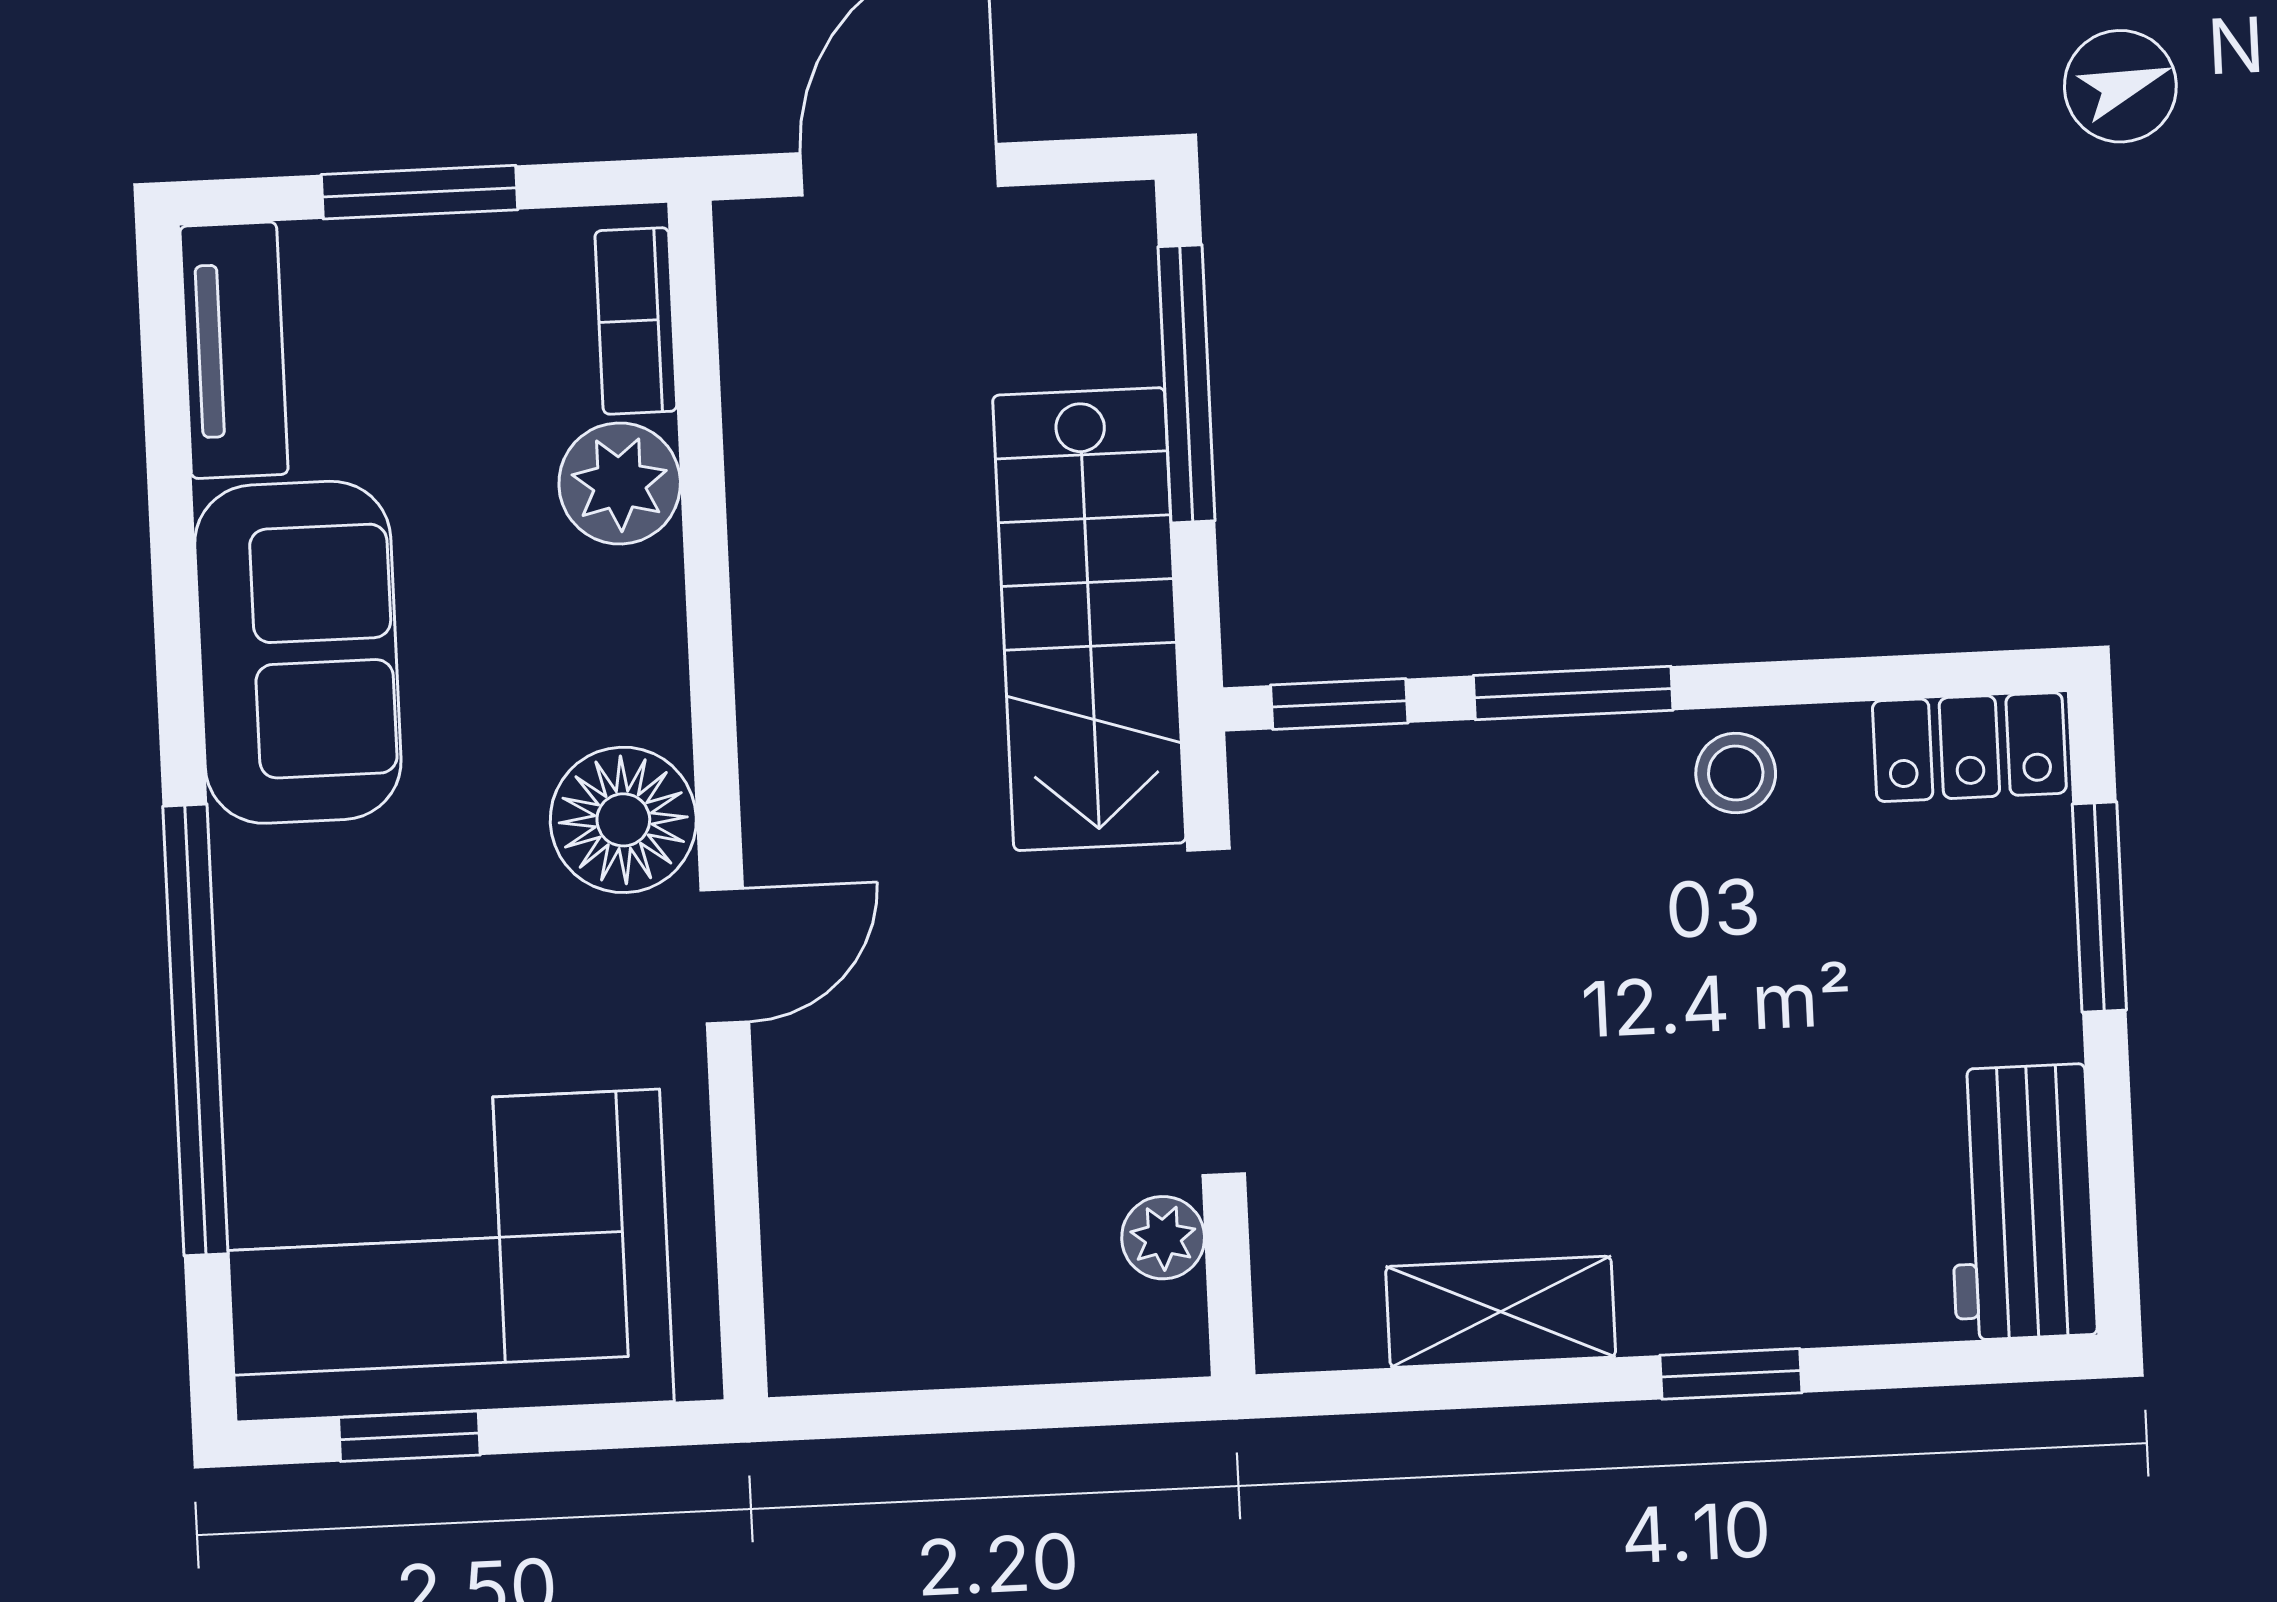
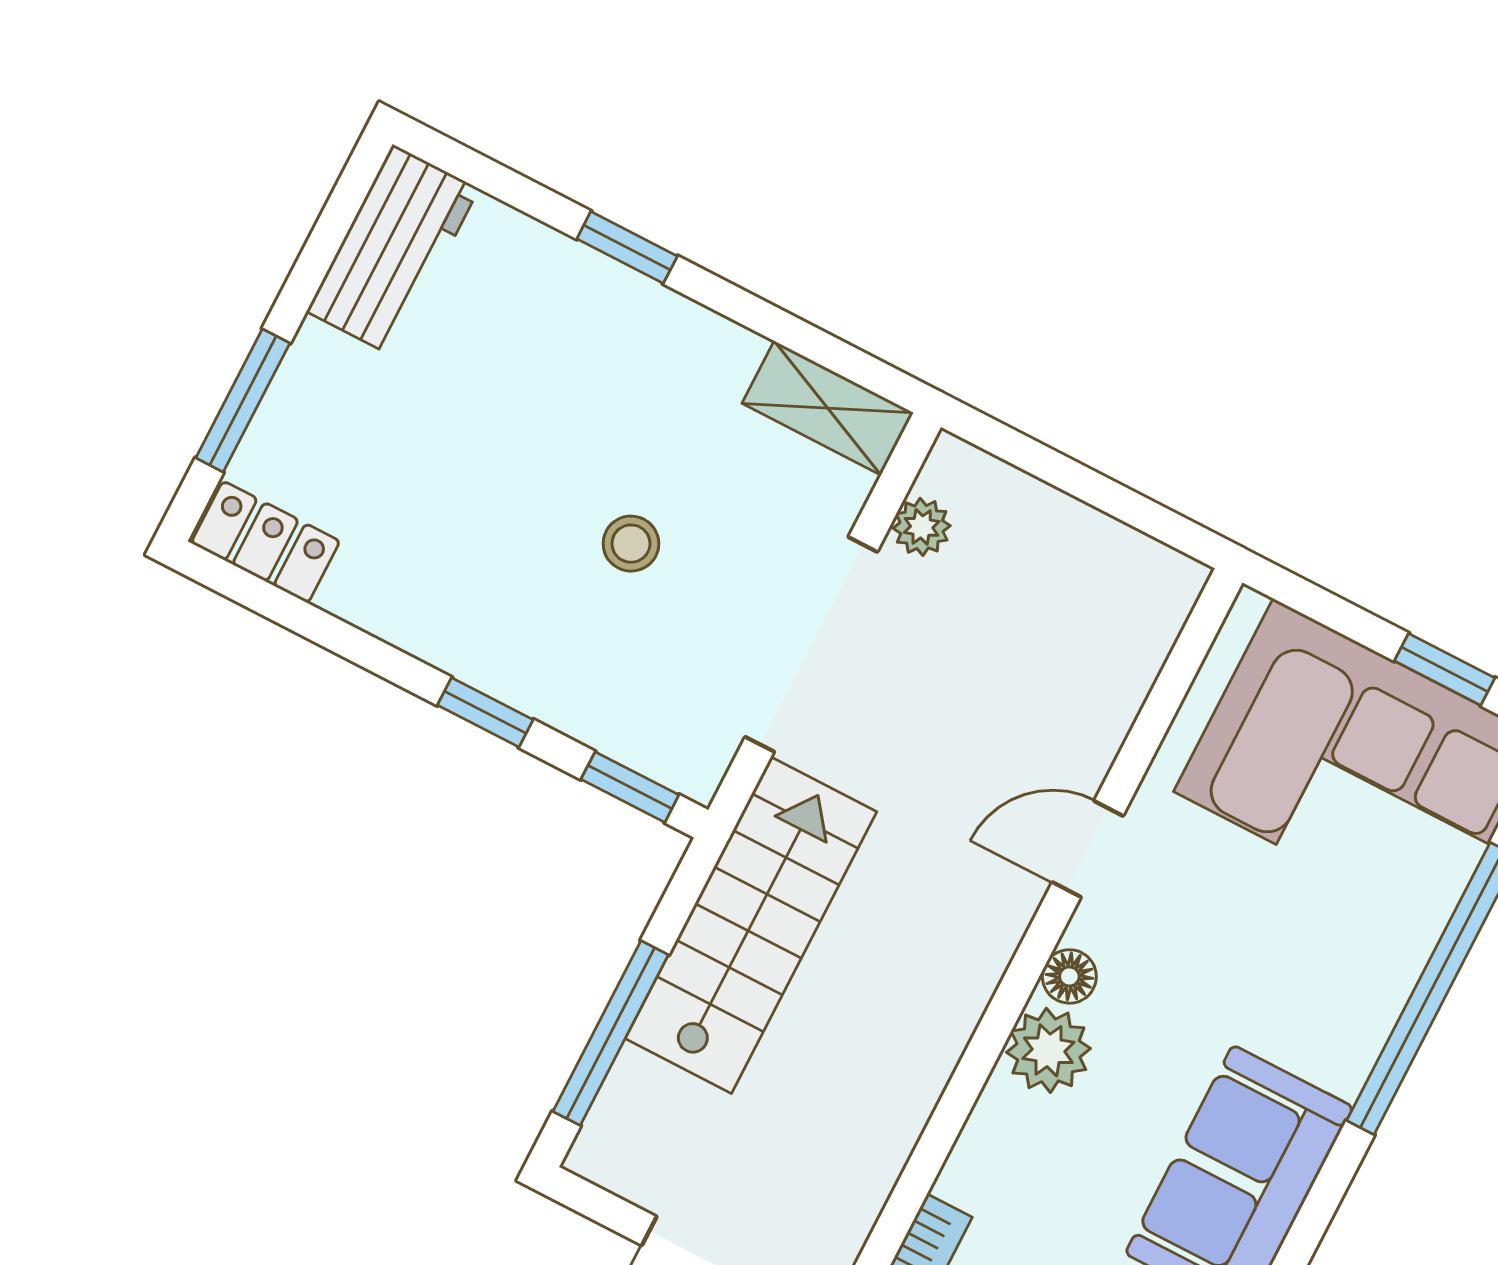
plant: (620, 483) -> (1048, 1050), moved
window: (1573, 693) -> (485, 712), width x0.67
stool: (1736, 773) -> (631, 544), moved
floor lamp: (623, 820) -> (1069, 976), width x0.53, depth x0.53
shelving: (1501, 1312) -> (828, 408), moved

